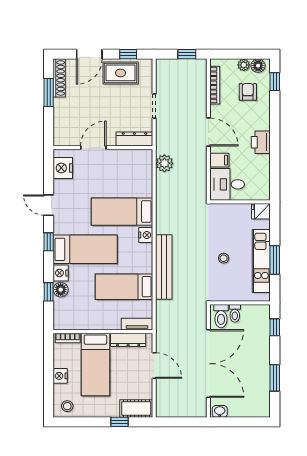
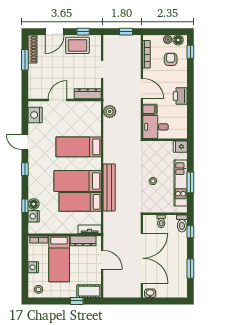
nightstand: (146, 235) -> (96, 164), removed
bed: (85, 249) -> (78, 181), moved, turned 180
nightstand: (61, 273) -> (34, 216), moved
toilet: (221, 316) -> (182, 223), moved

